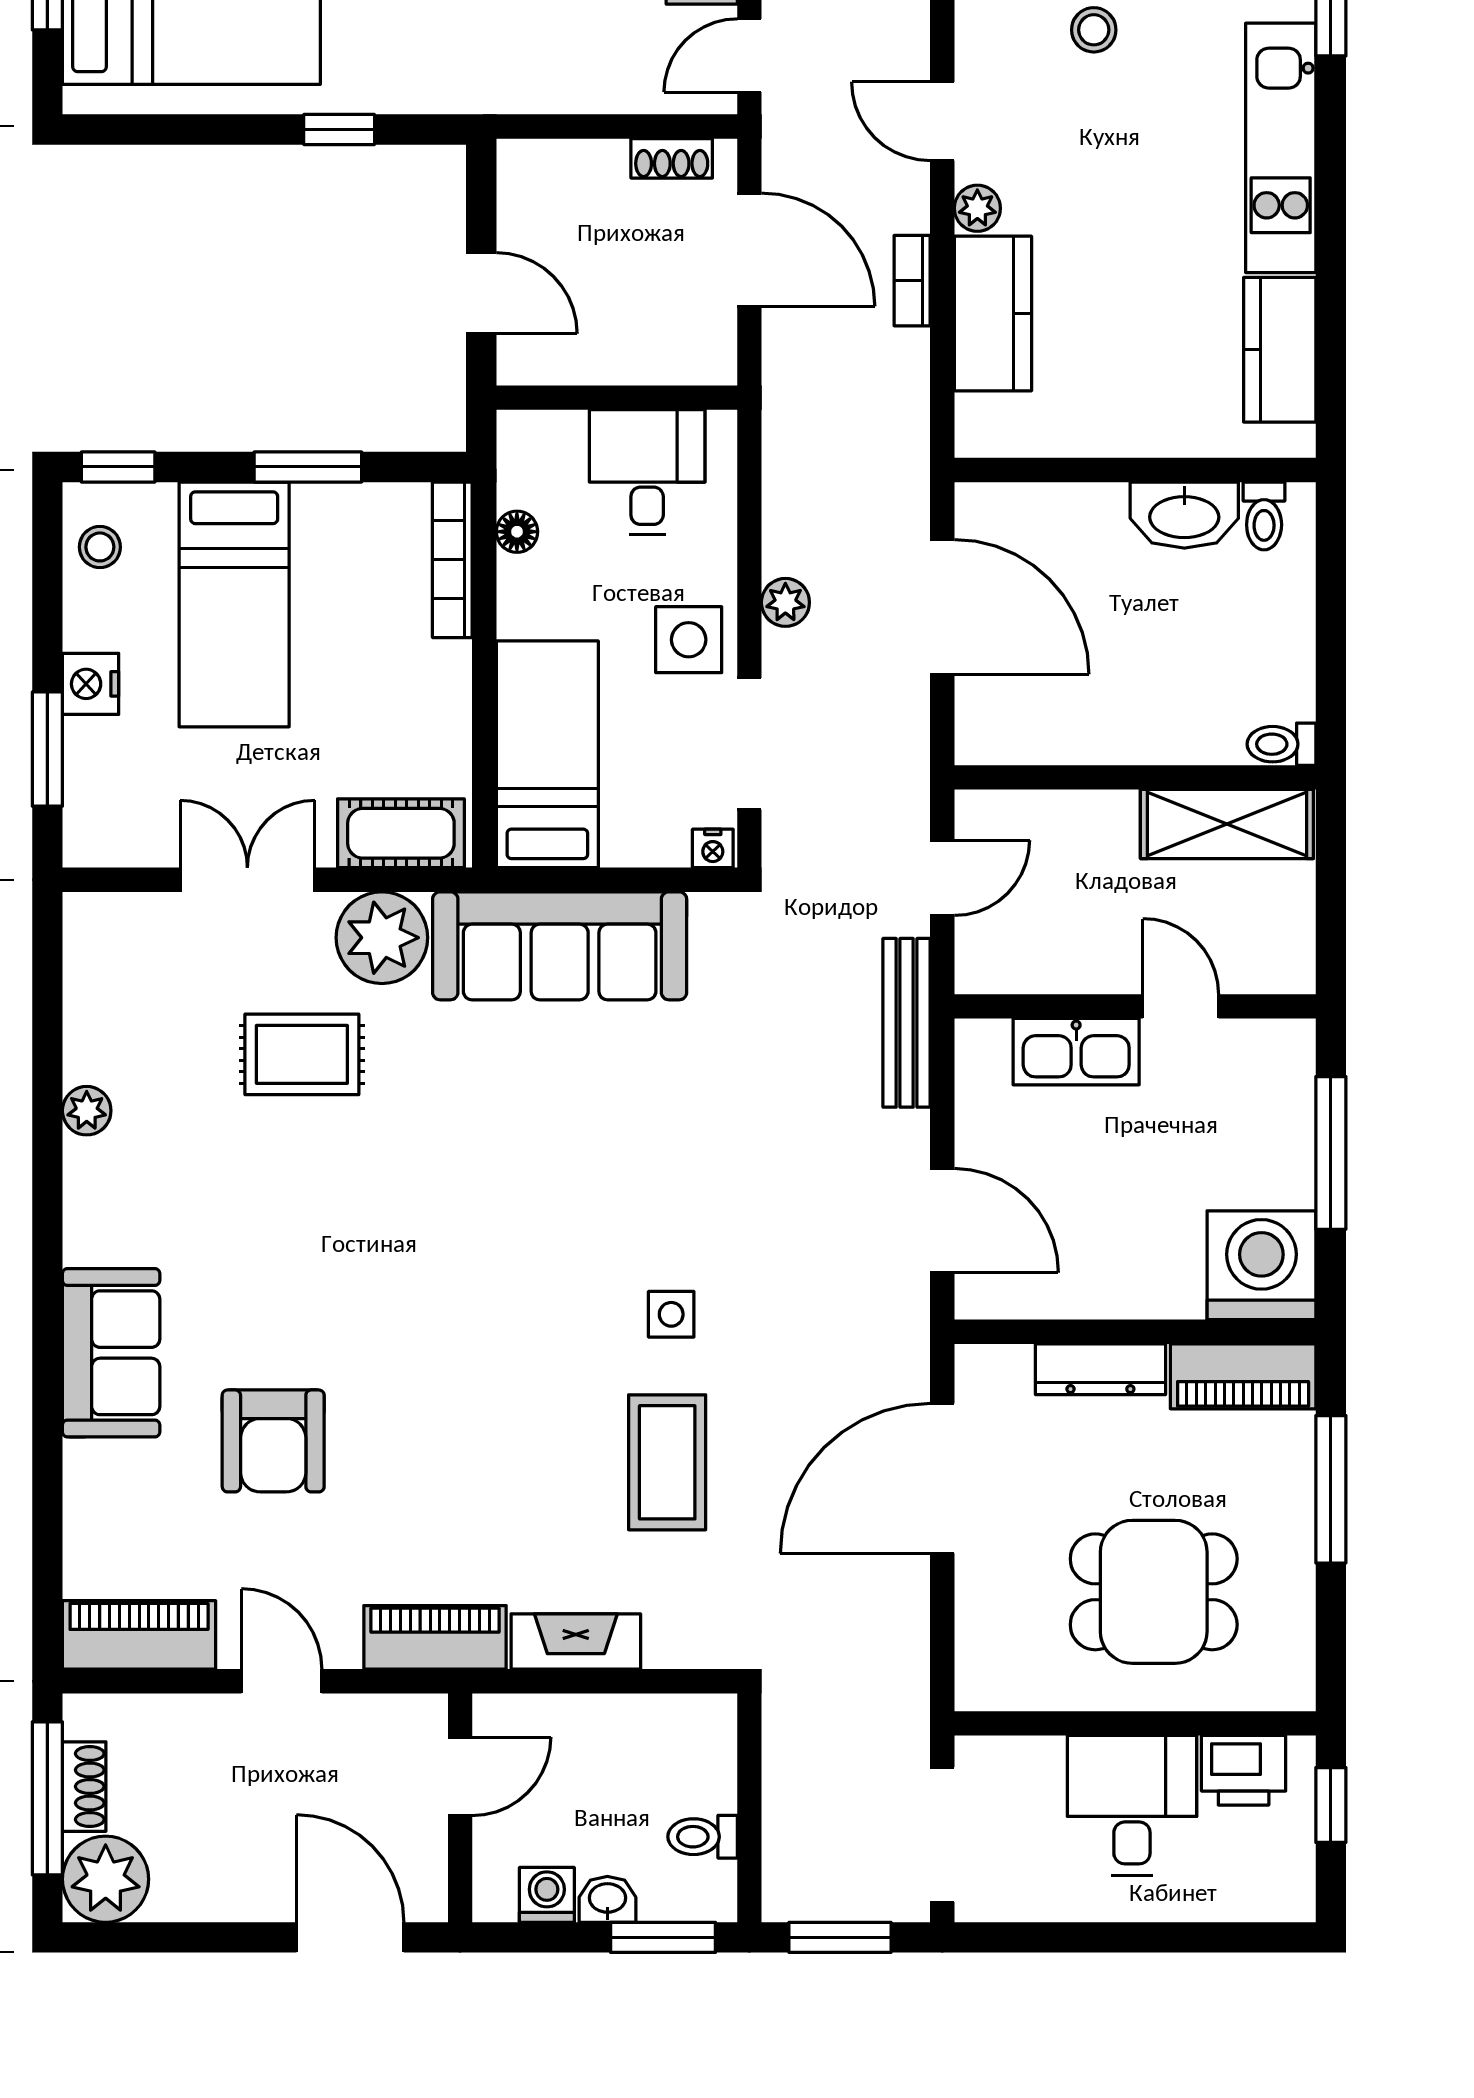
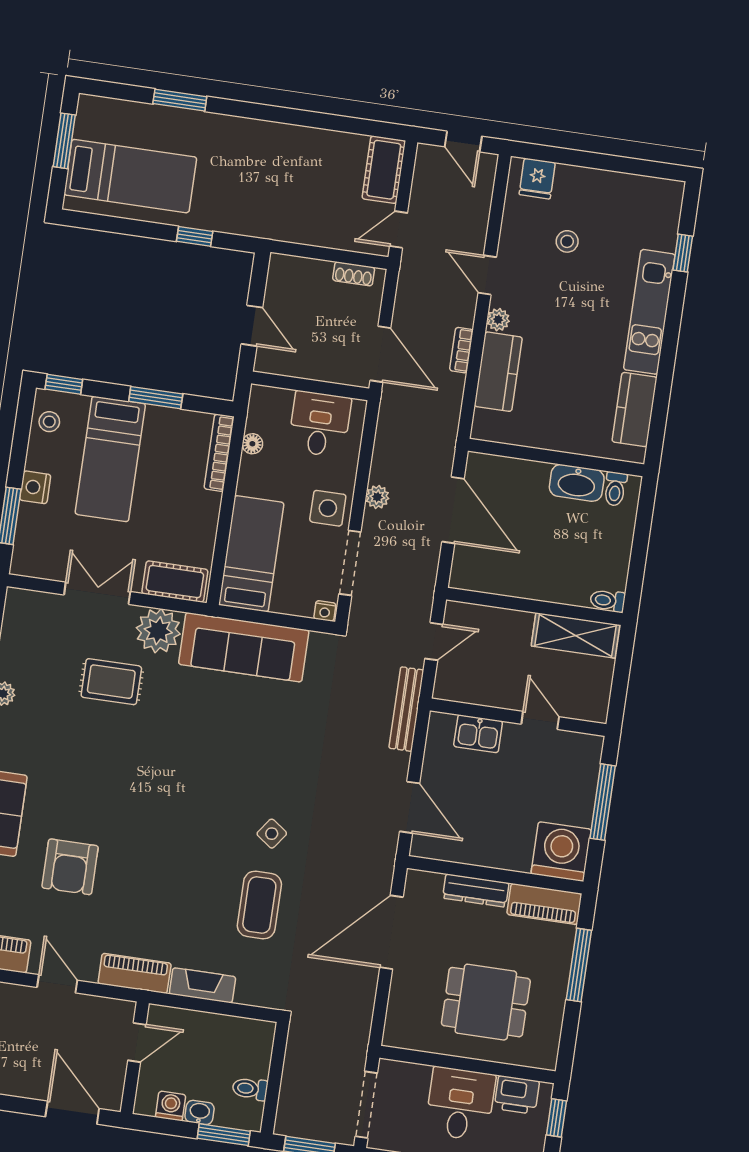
door: (749, 250) -> (380, 354), moved
kitchen sink: (1076, 1052) -> (478, 734), width x0.73
side table: (671, 1314) -> (272, 834), turned 36

